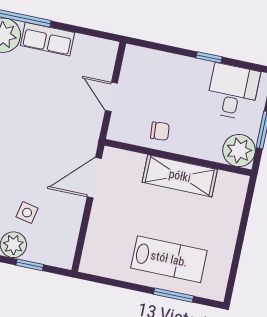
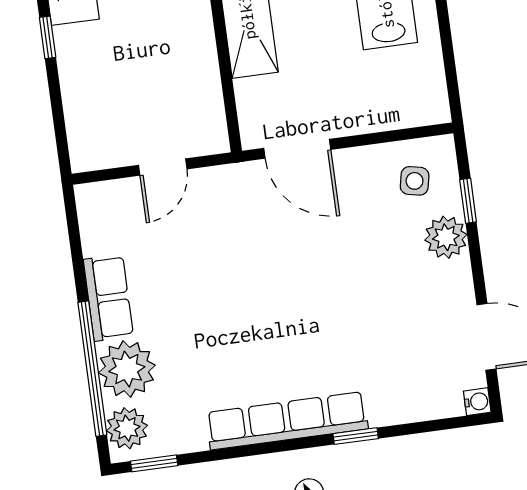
chair: (160, 131) -> (189, 73), removed
side table: (27, 213) -> (415, 181), moved

